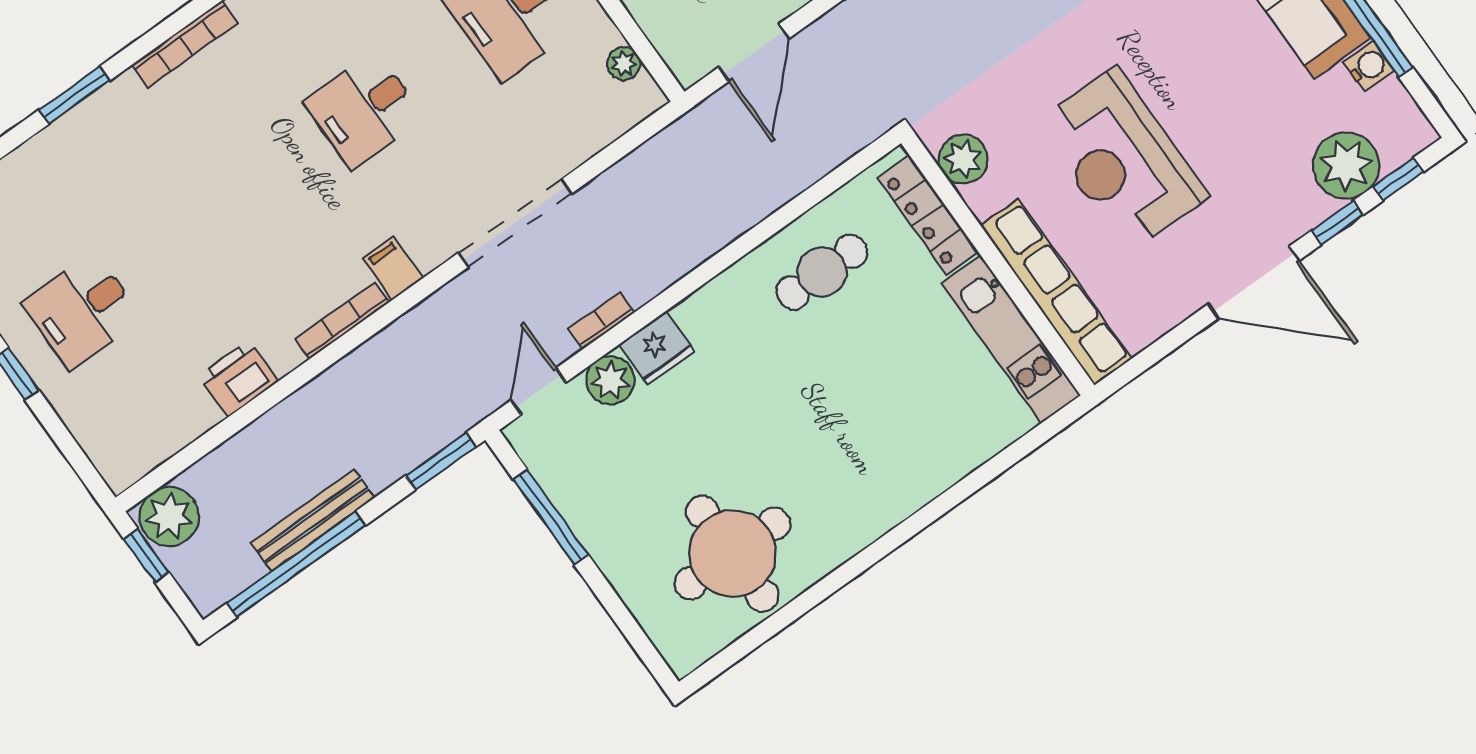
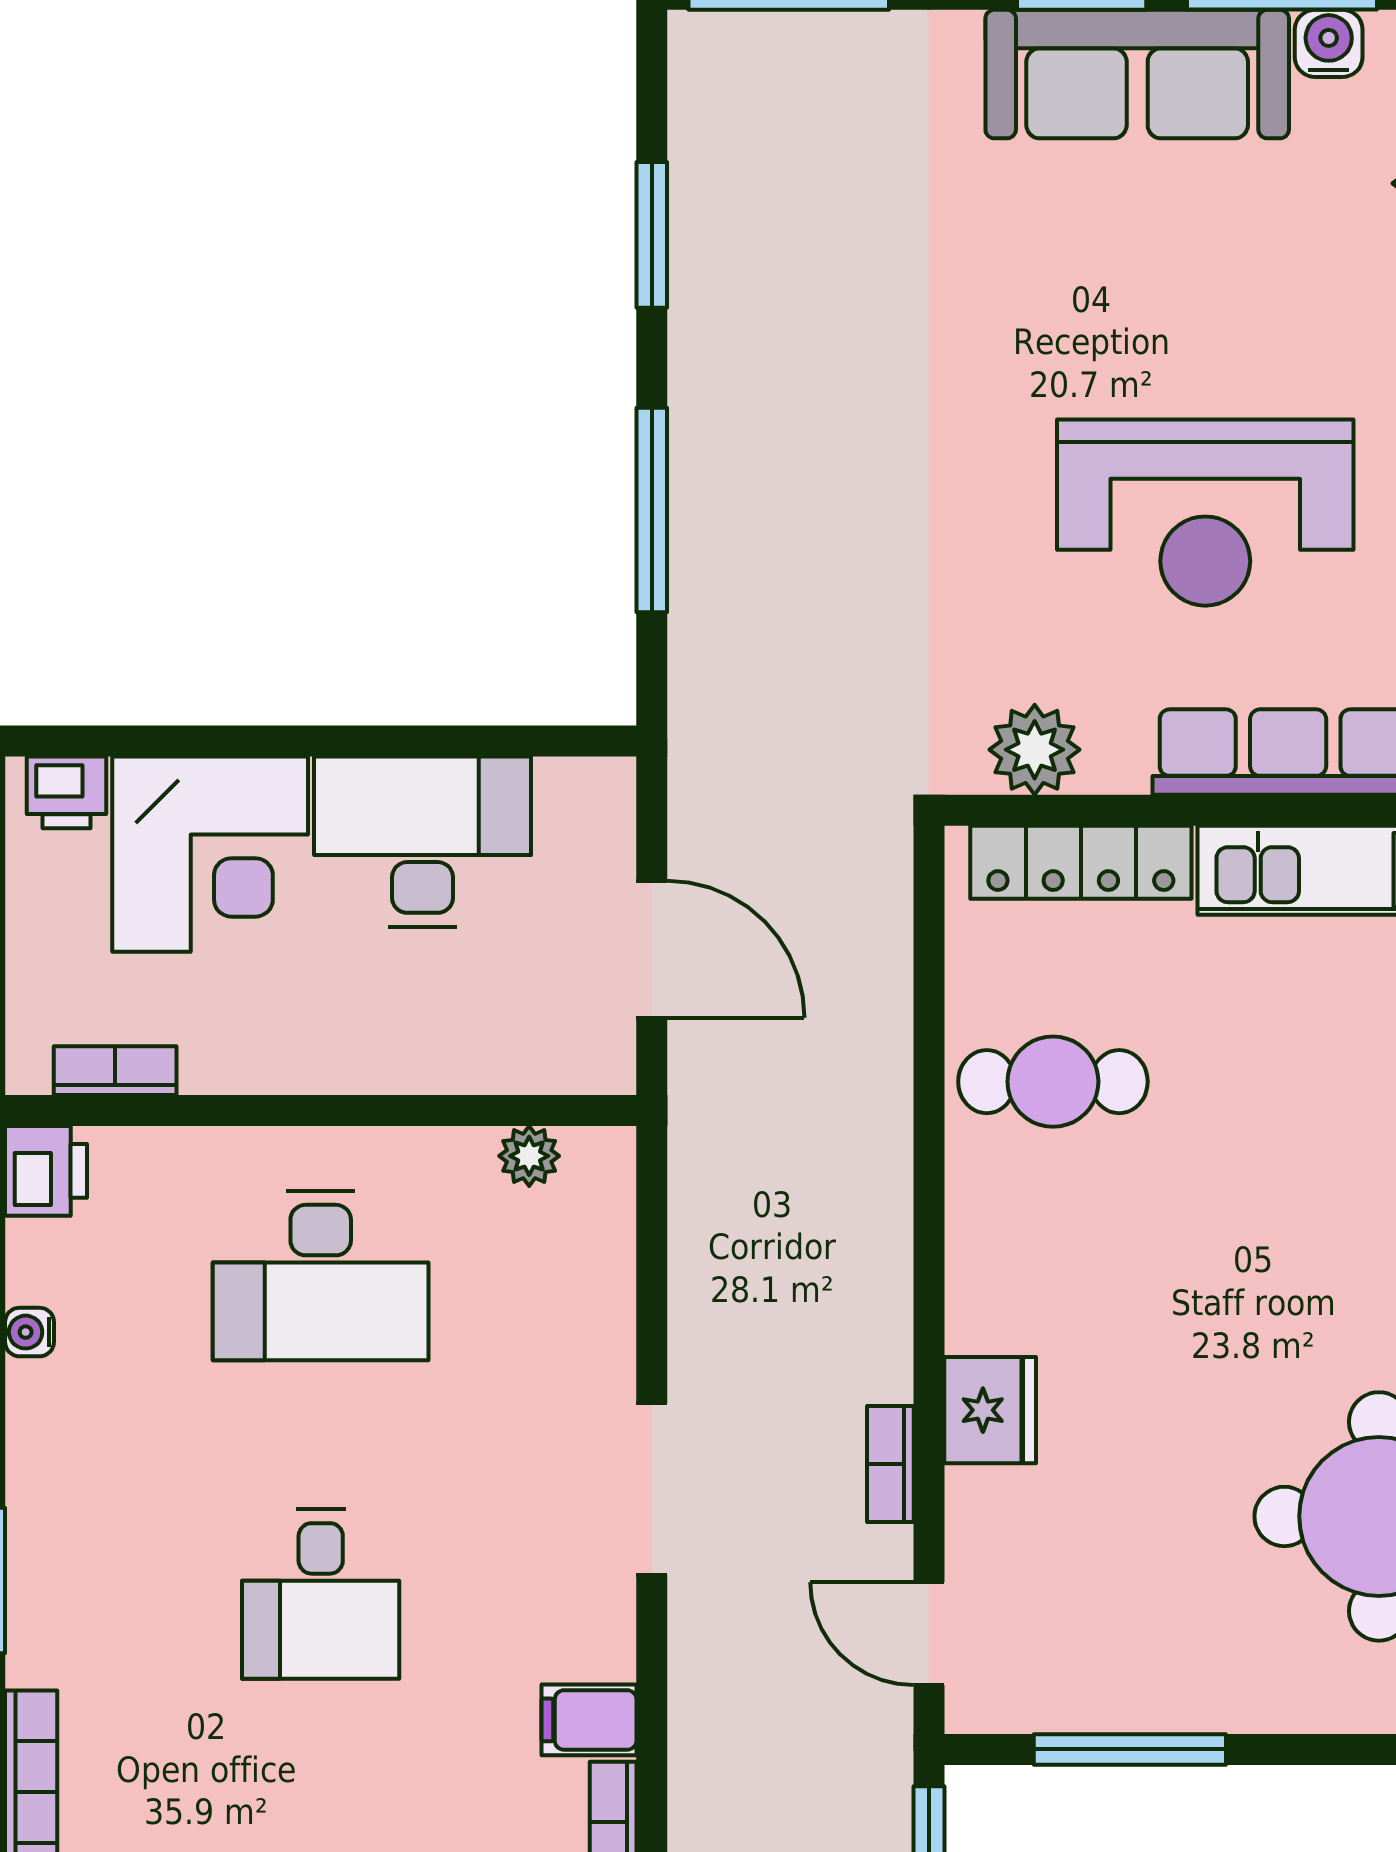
doorway: (515, 223) -> (652, 1489), width x0.73
cafe table: (822, 272) -> (1053, 1082), turned 90
plant: (610, 380) -> (989, 1514), removed

